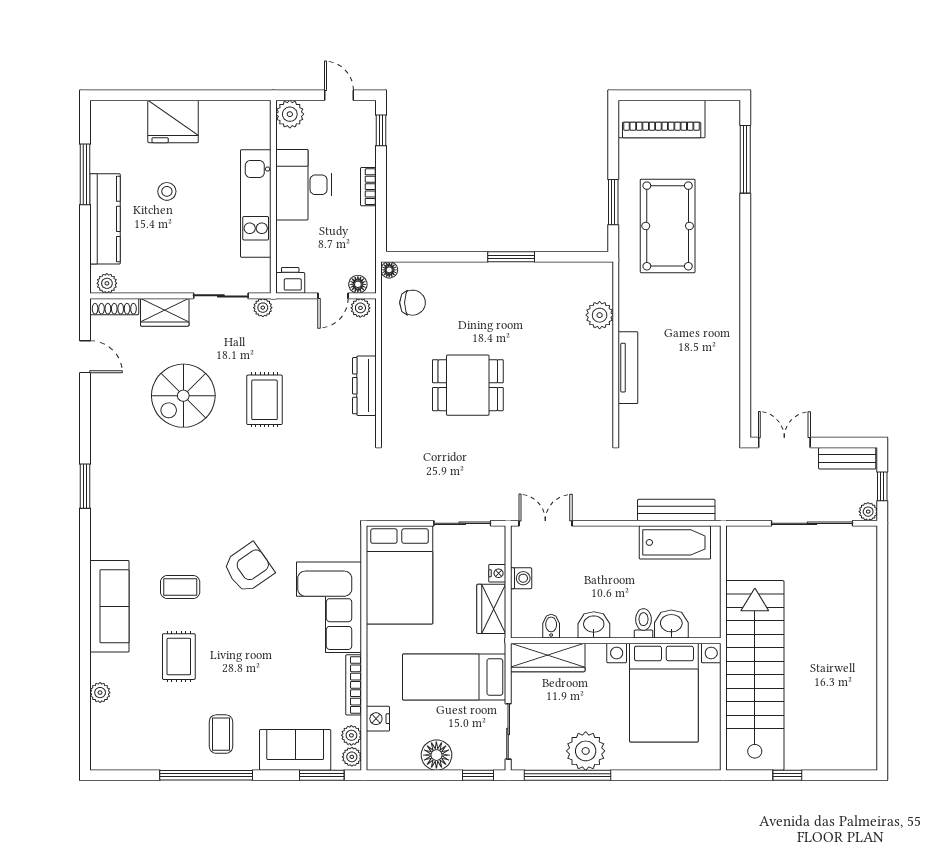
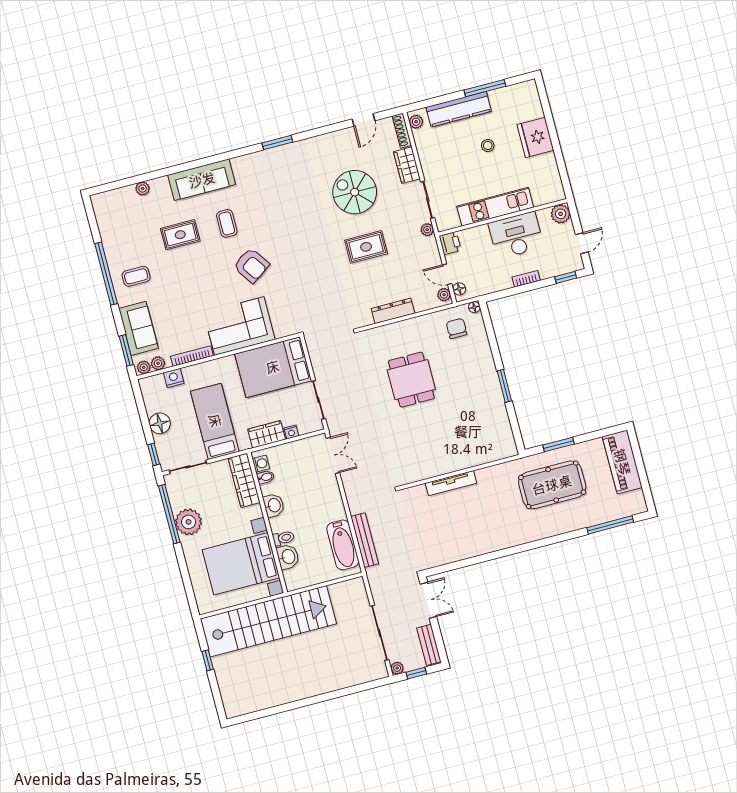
chair: (413, 303) -> (457, 328), turned 180
plant: (600, 315) -> (481, 455), removed
washing machine: (521, 578) -> (261, 464), moved, turned -90

